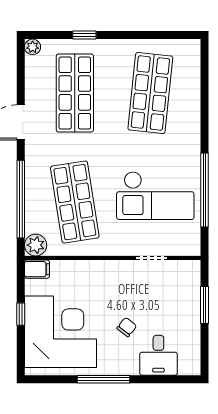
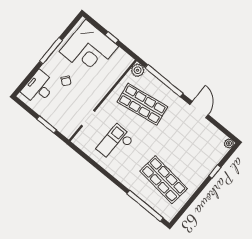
shop shelf: (75, 93) -> (192, 145), removed
window: (205, 190) -> (145, 206), moved
checkout: (155, 195) -> (115, 143), width x0.73, depth x0.83
filing cabinet: (37, 269) -> (126, 62), removed
desk: (158, 355) -> (39, 88), width x1.37

